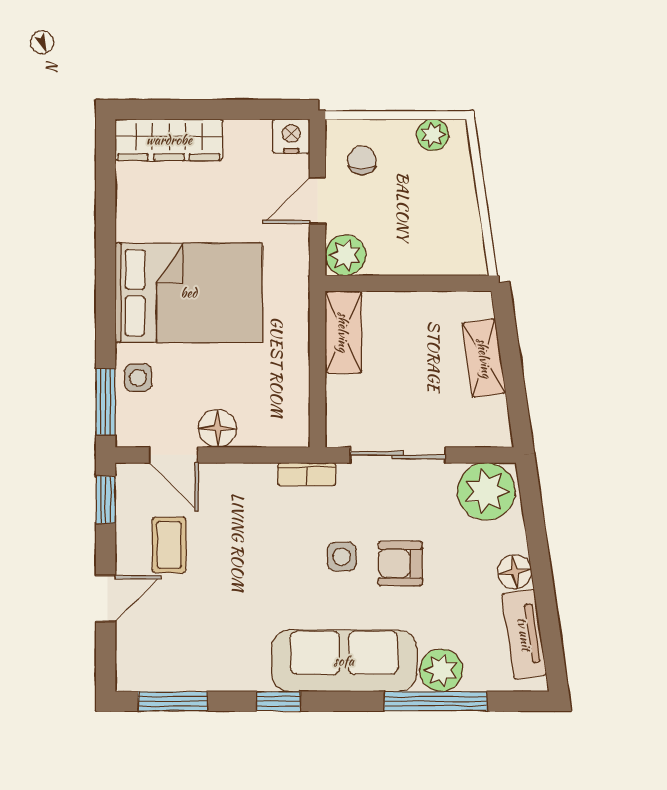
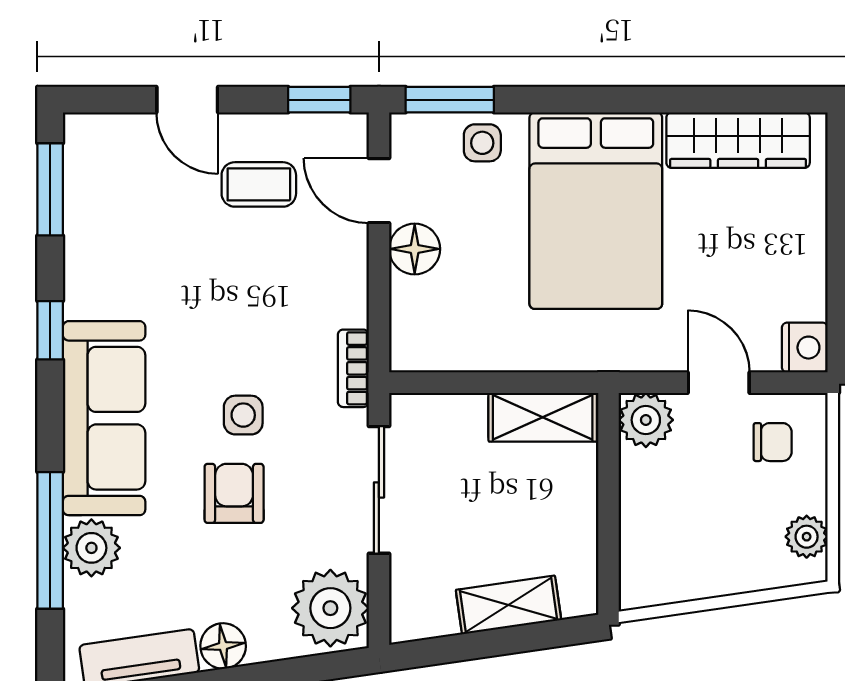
wardrobe: (169, 140) -> (738, 140), moved, turned -90
door: (174, 455) -> (379, 191), hinge flipped

